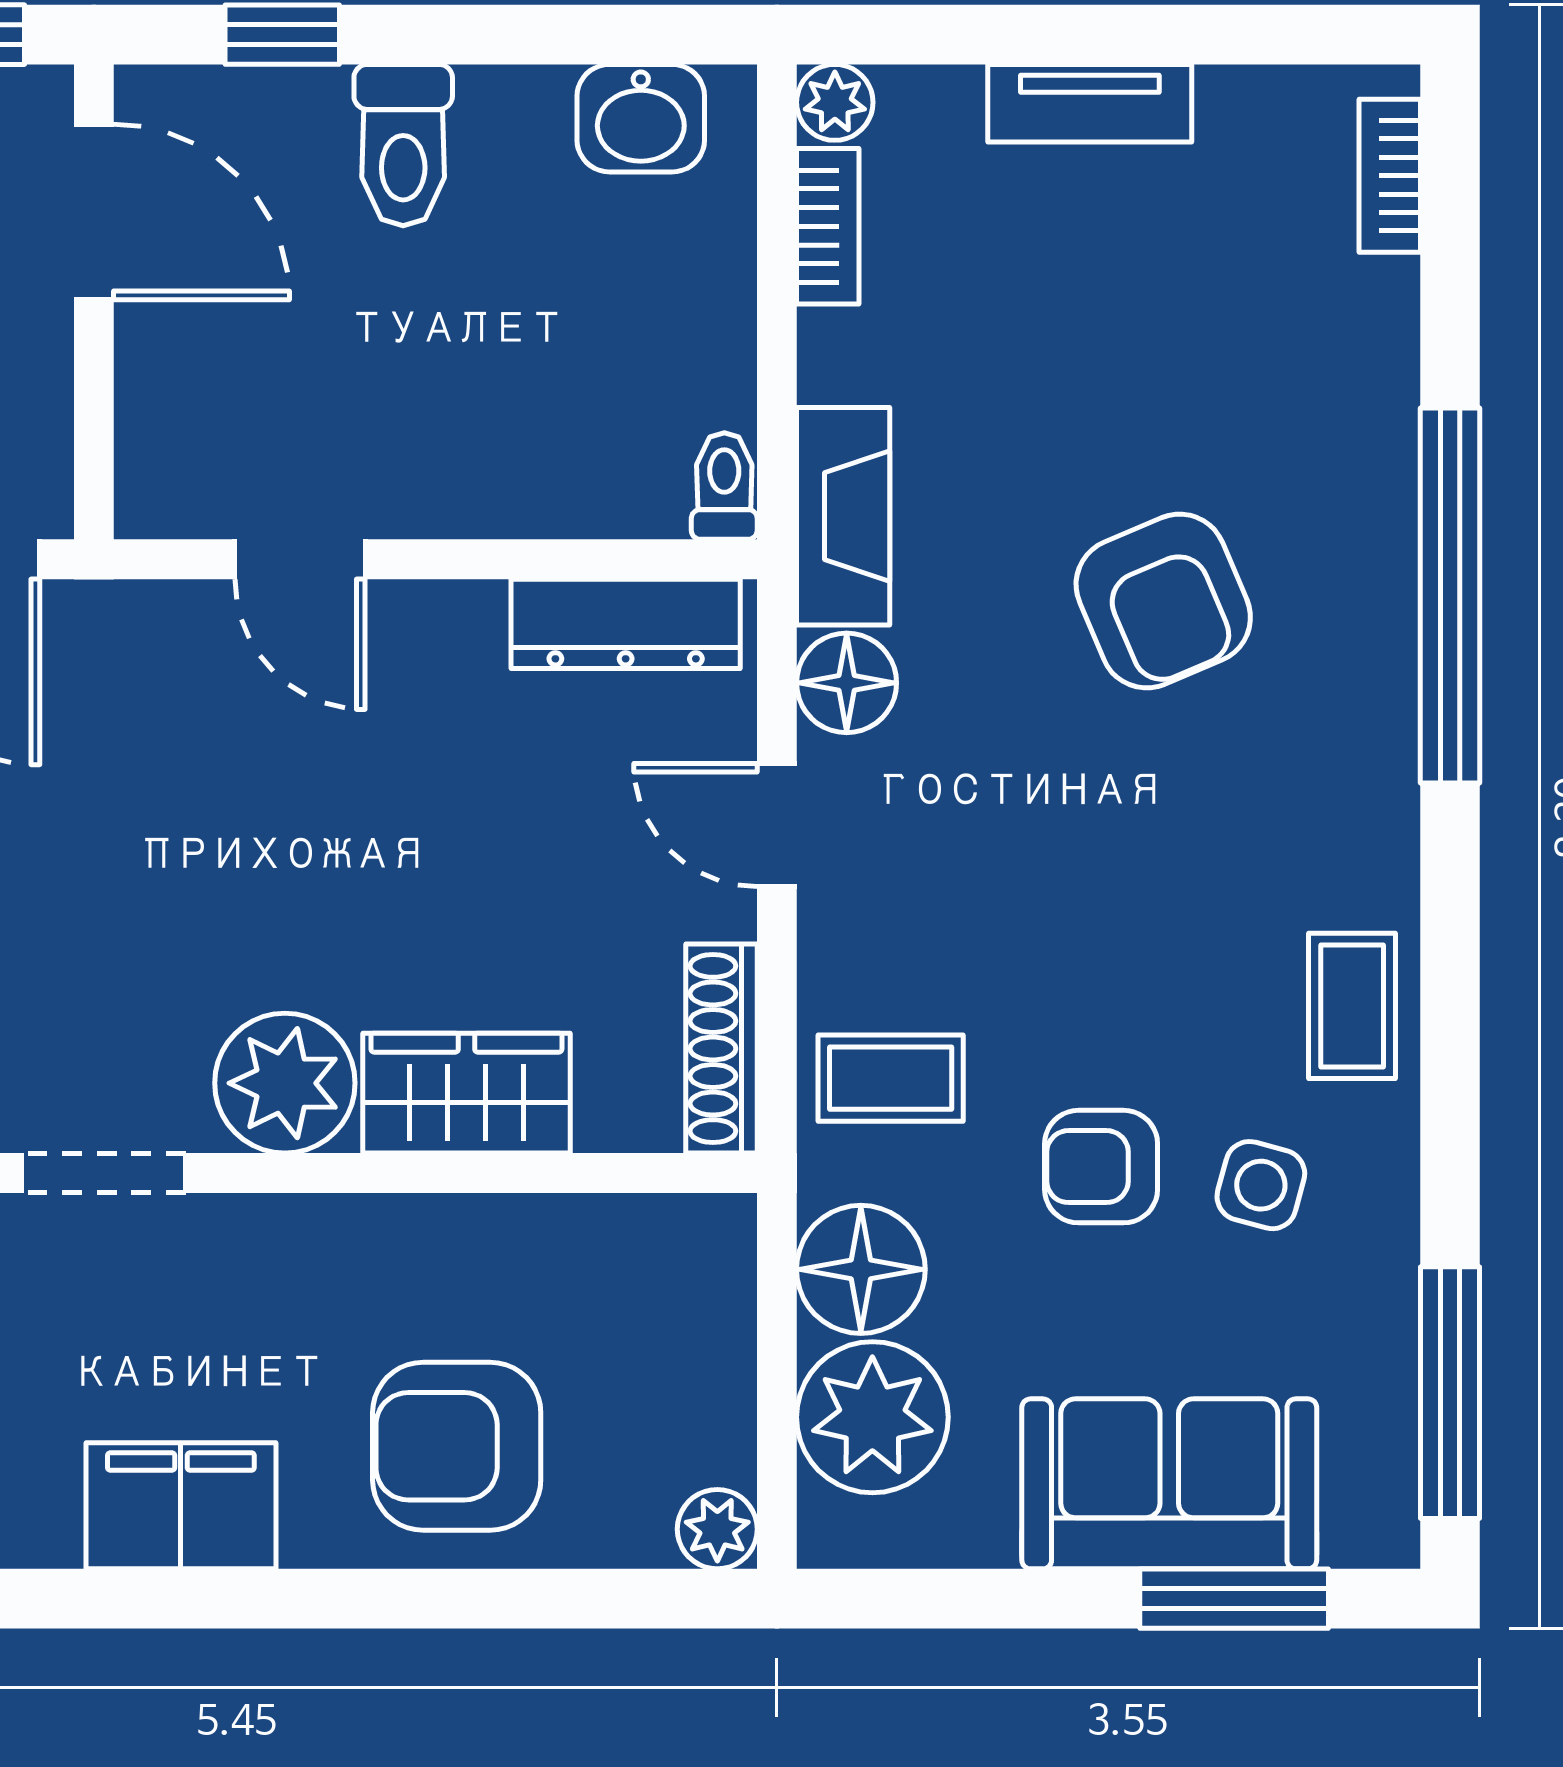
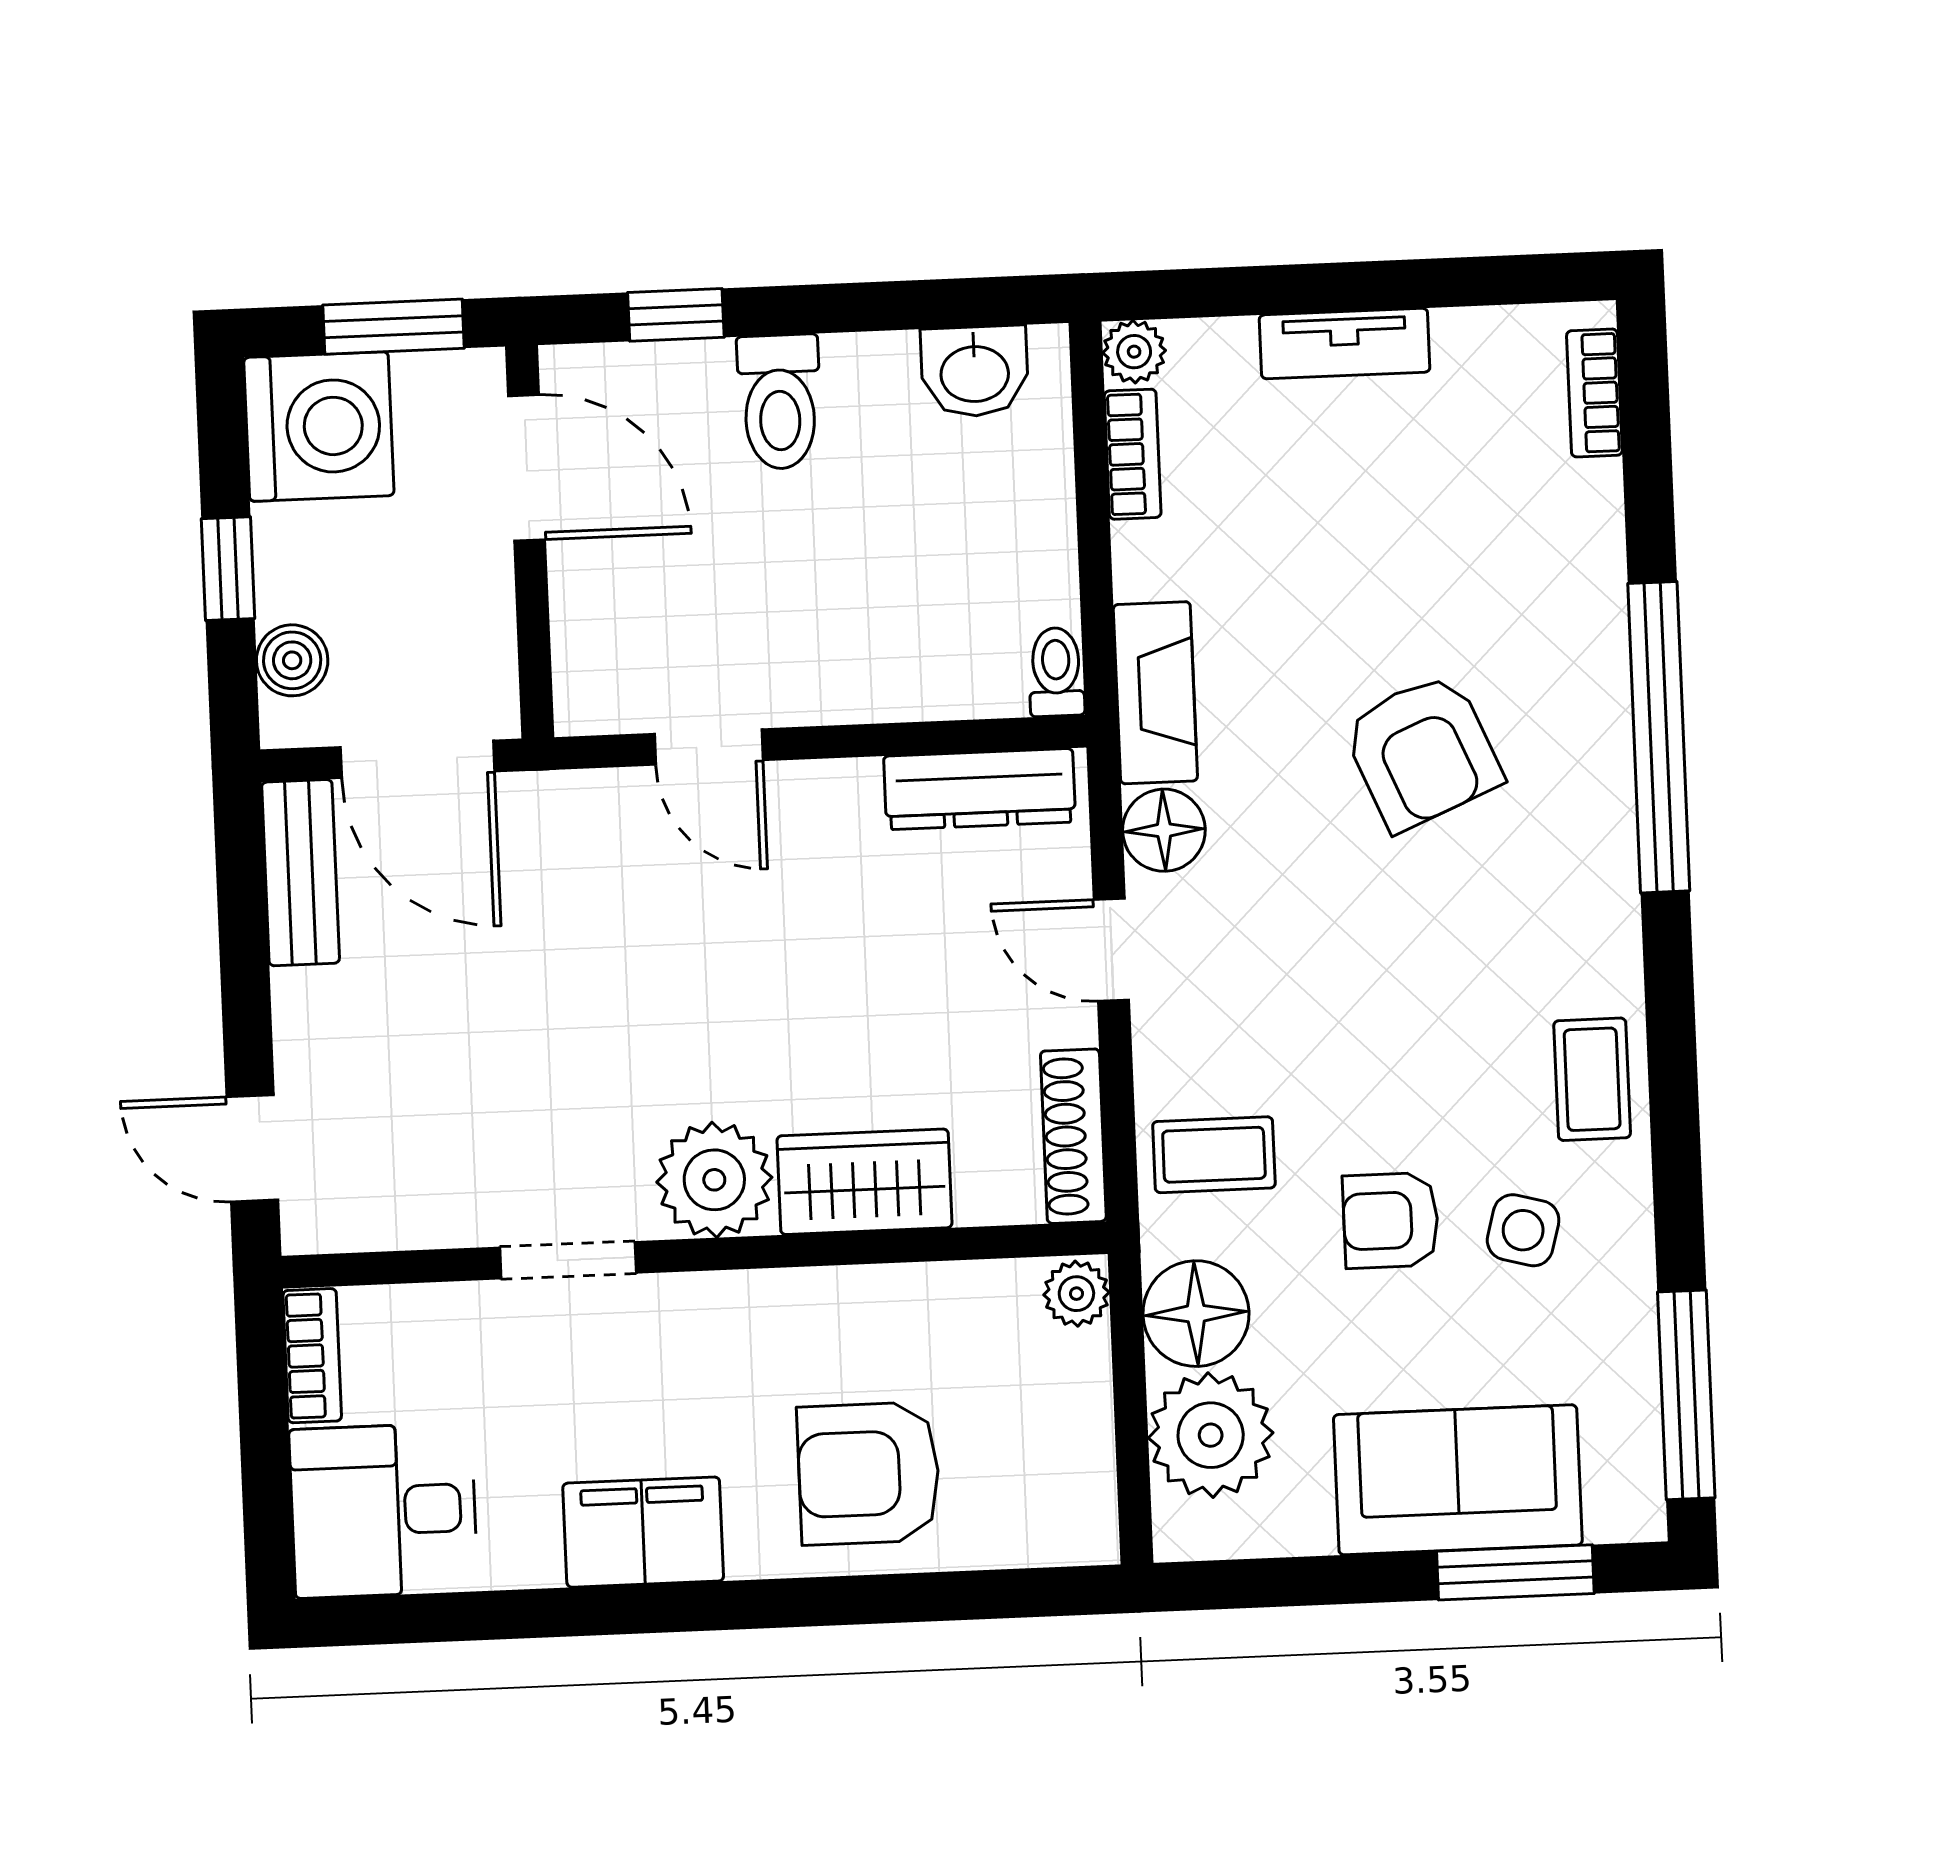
plant: (717, 1529) -> (1076, 1294), moved

